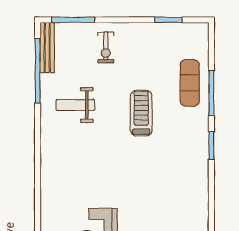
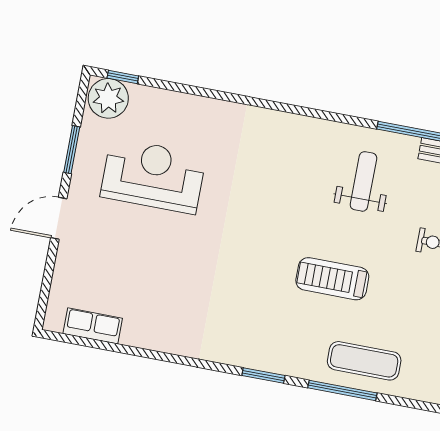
treadmill: (141, 113) -> (332, 279), turned 180

